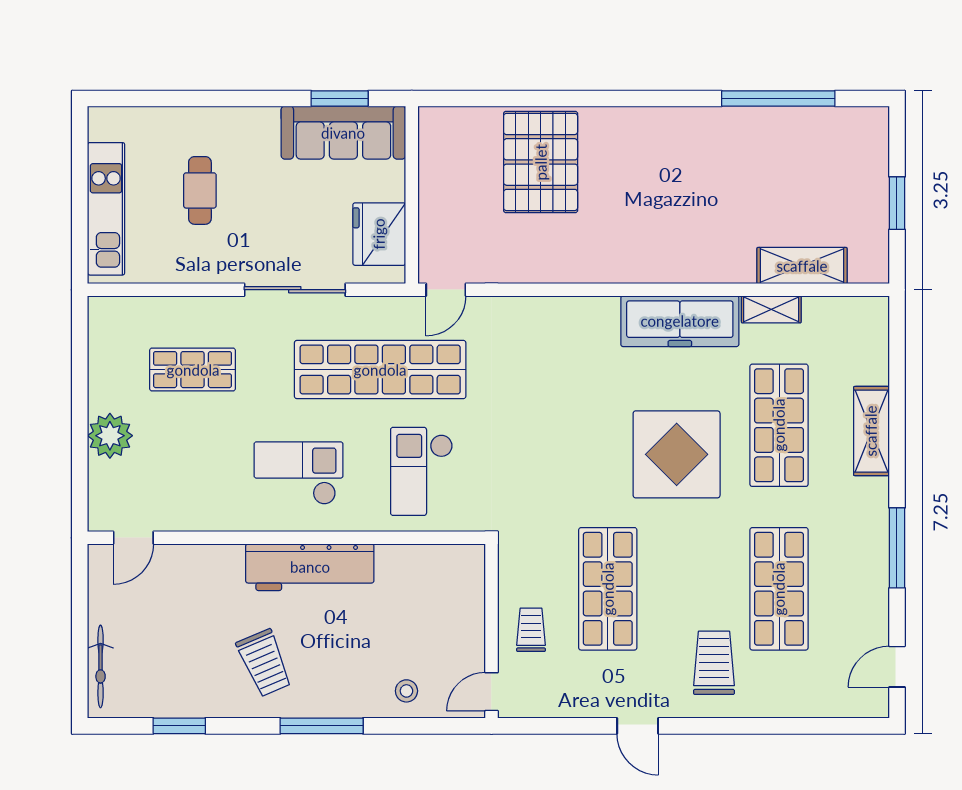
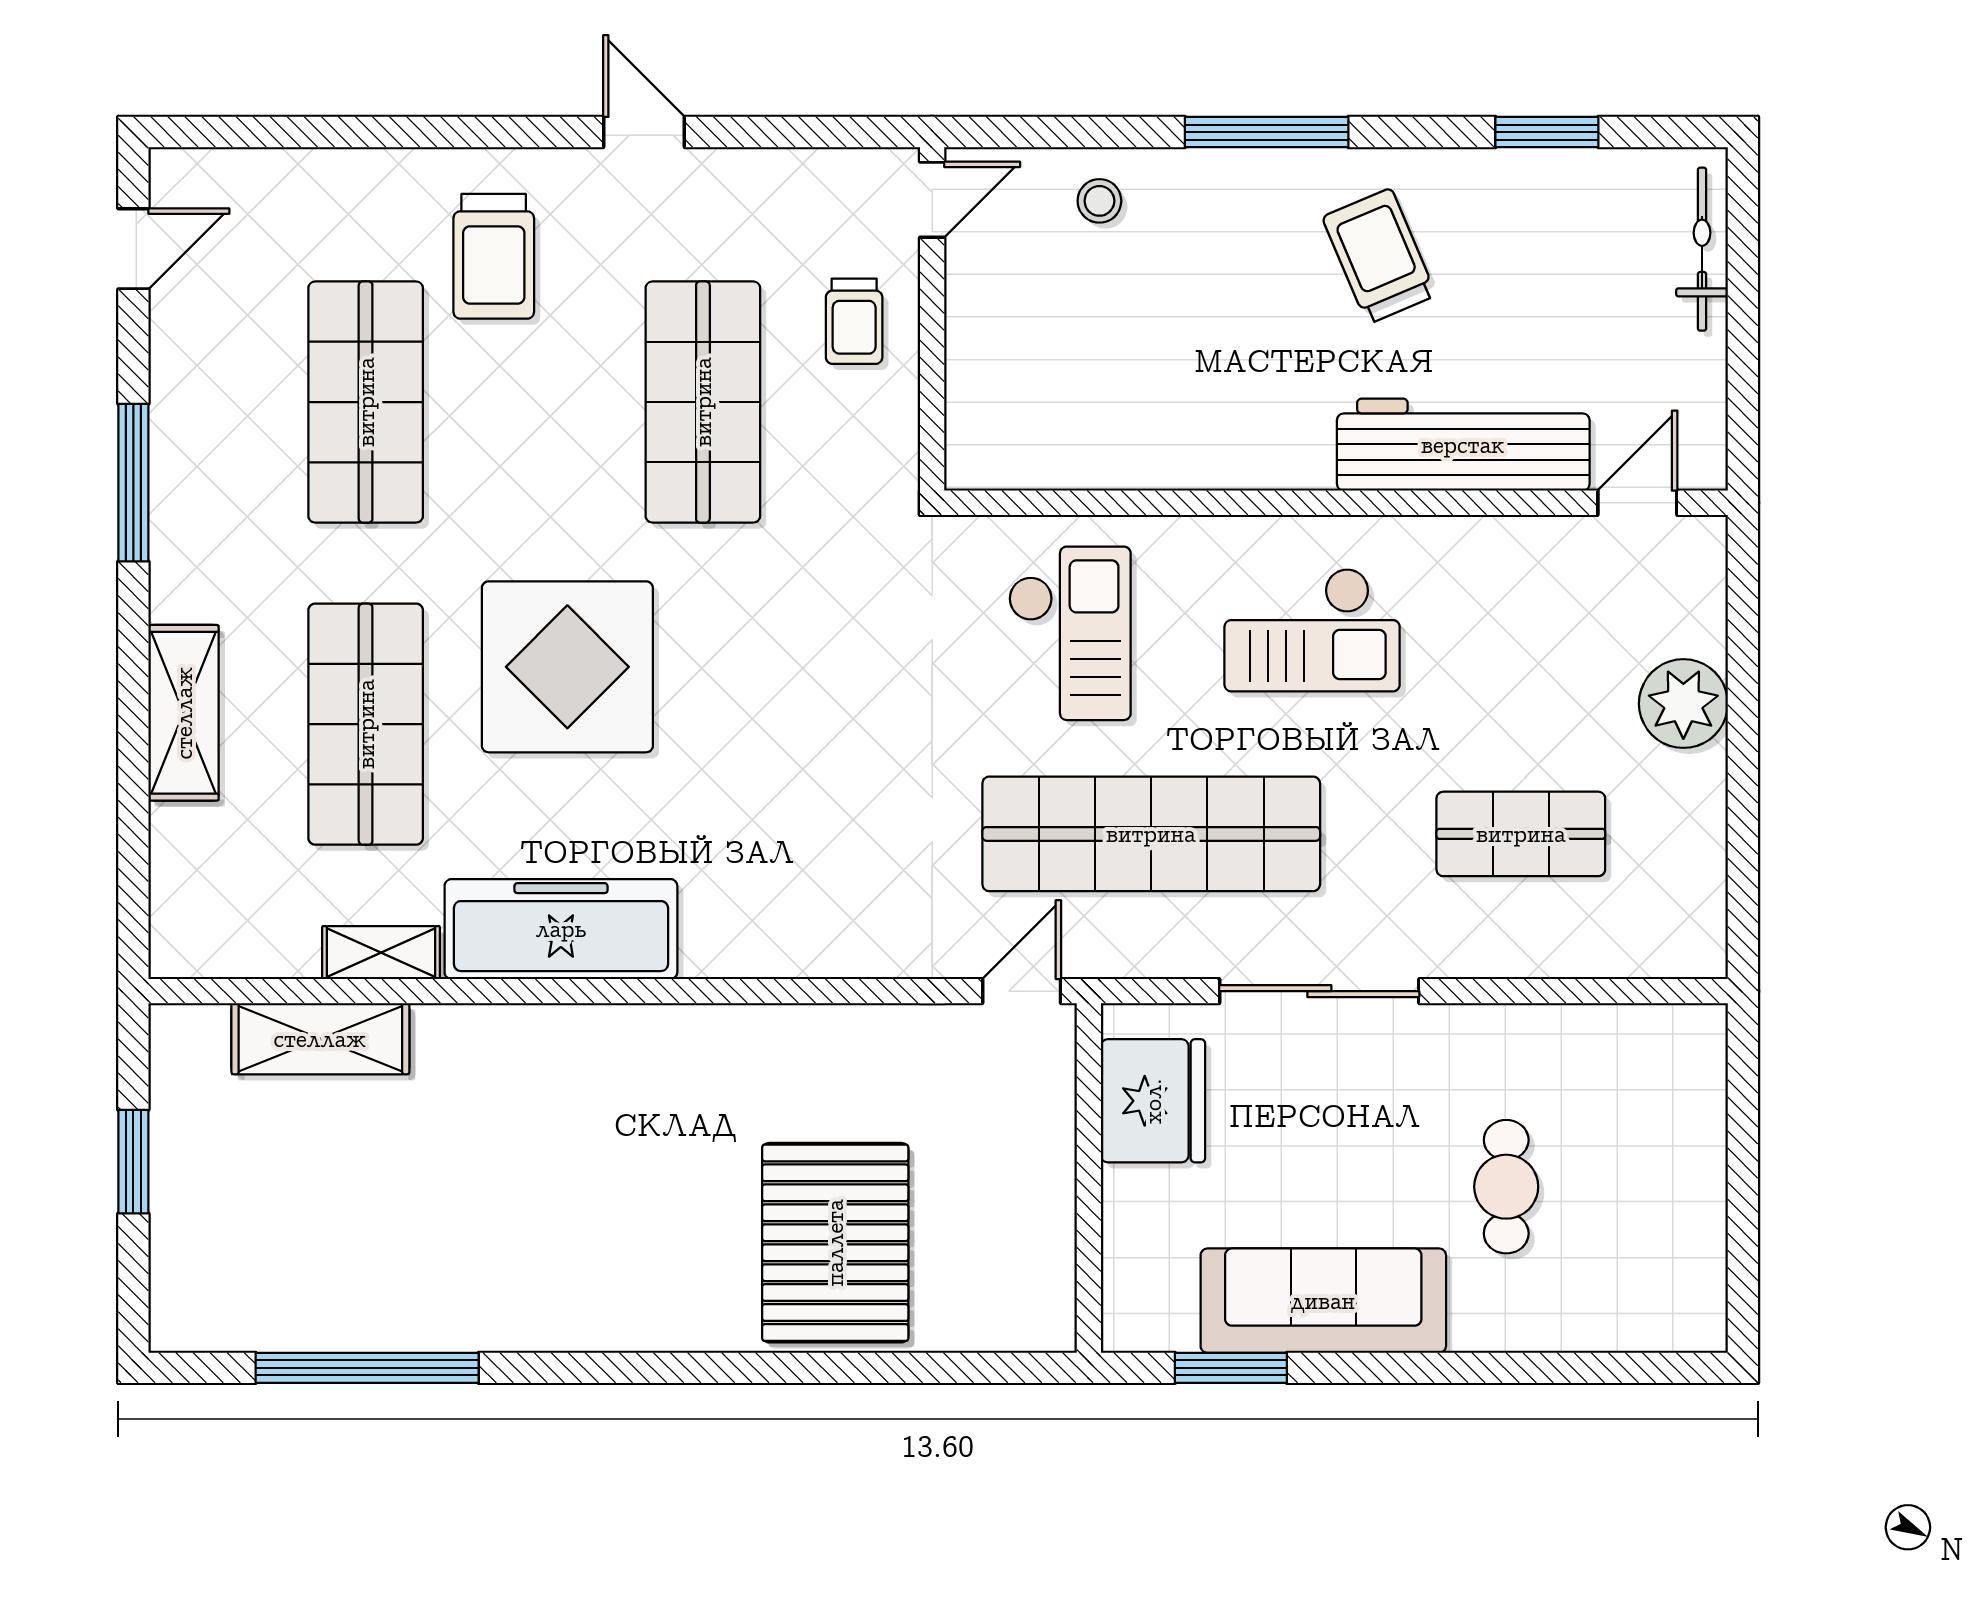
sofa: (343, 133) -> (1323, 1301), moved
kitchen unit: (106, 209) -> (1691, 1151), removed
workbench: (310, 567) -> (1463, 445), moved

